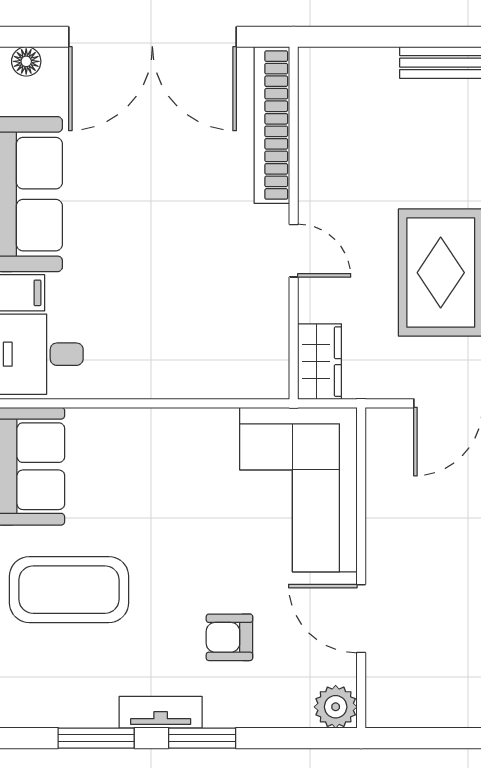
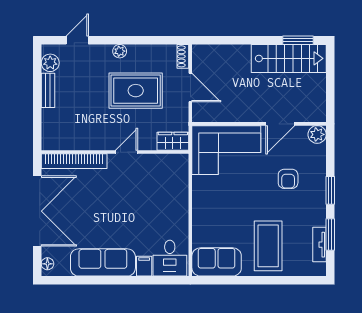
tv unit: (161, 712) -> (319, 245), moved

